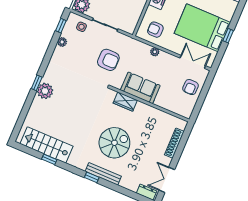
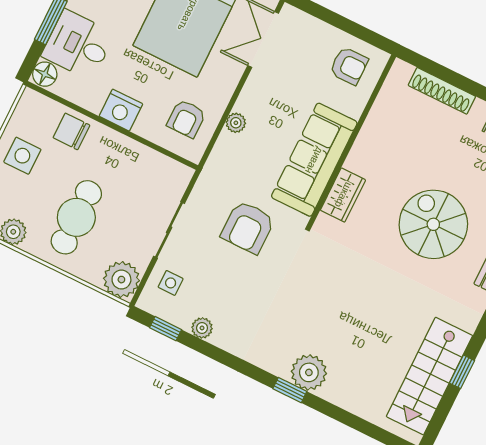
armchair: (108, 60) -> (248, 227), turned 180
armchair: (191, 87) -> (349, 66), moved
sofa: (140, 88) -> (314, 160), width x1.36

